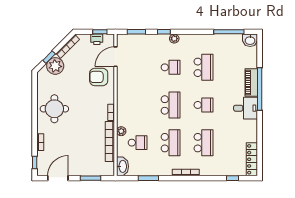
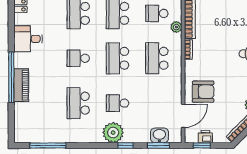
plant: (174, 39) -> (113, 133), width x1.87, depth x1.87
washbasin: (250, 40) -> (159, 135), moved
school desk: (138, 105) -> (157, 58), added
desk: (246, 108) -> (28, 39), moved

